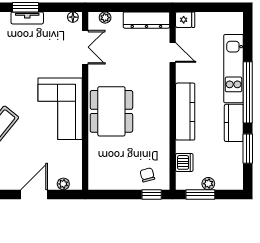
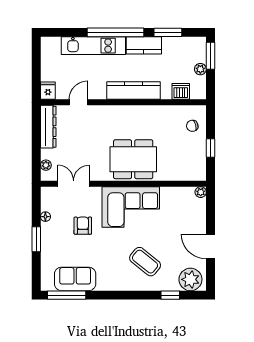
floor lamp: (73, 17) -> (45, 217), moved
tv unit: (27, 18) -> (46, 238), removed
armchair: (40, 57) -> (83, 226), added
plant: (63, 184) -> (201, 192), moved
door: (34, 194) -> (210, 247), moved
window: (152, 194) -> (210, 148), moved
window: (200, 194) -> (210, 56), moved

